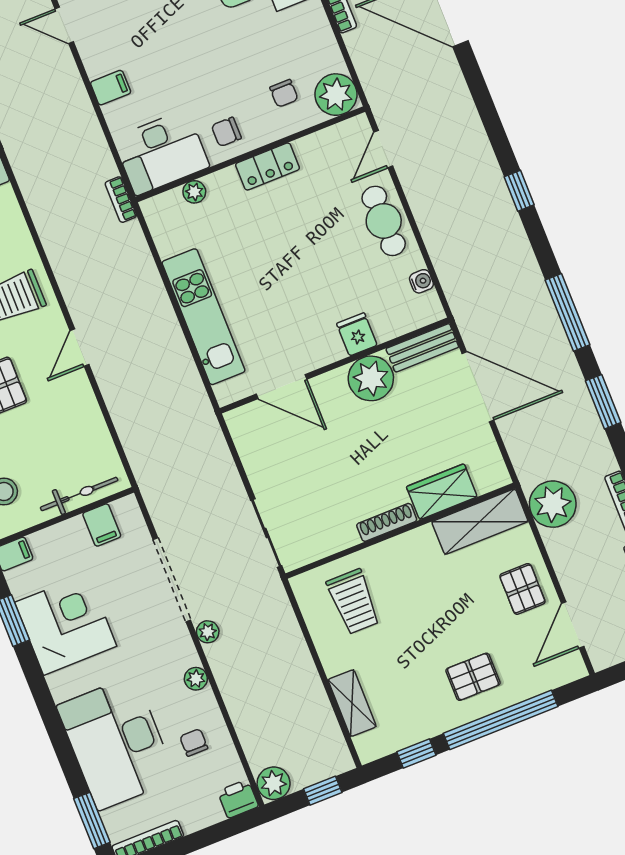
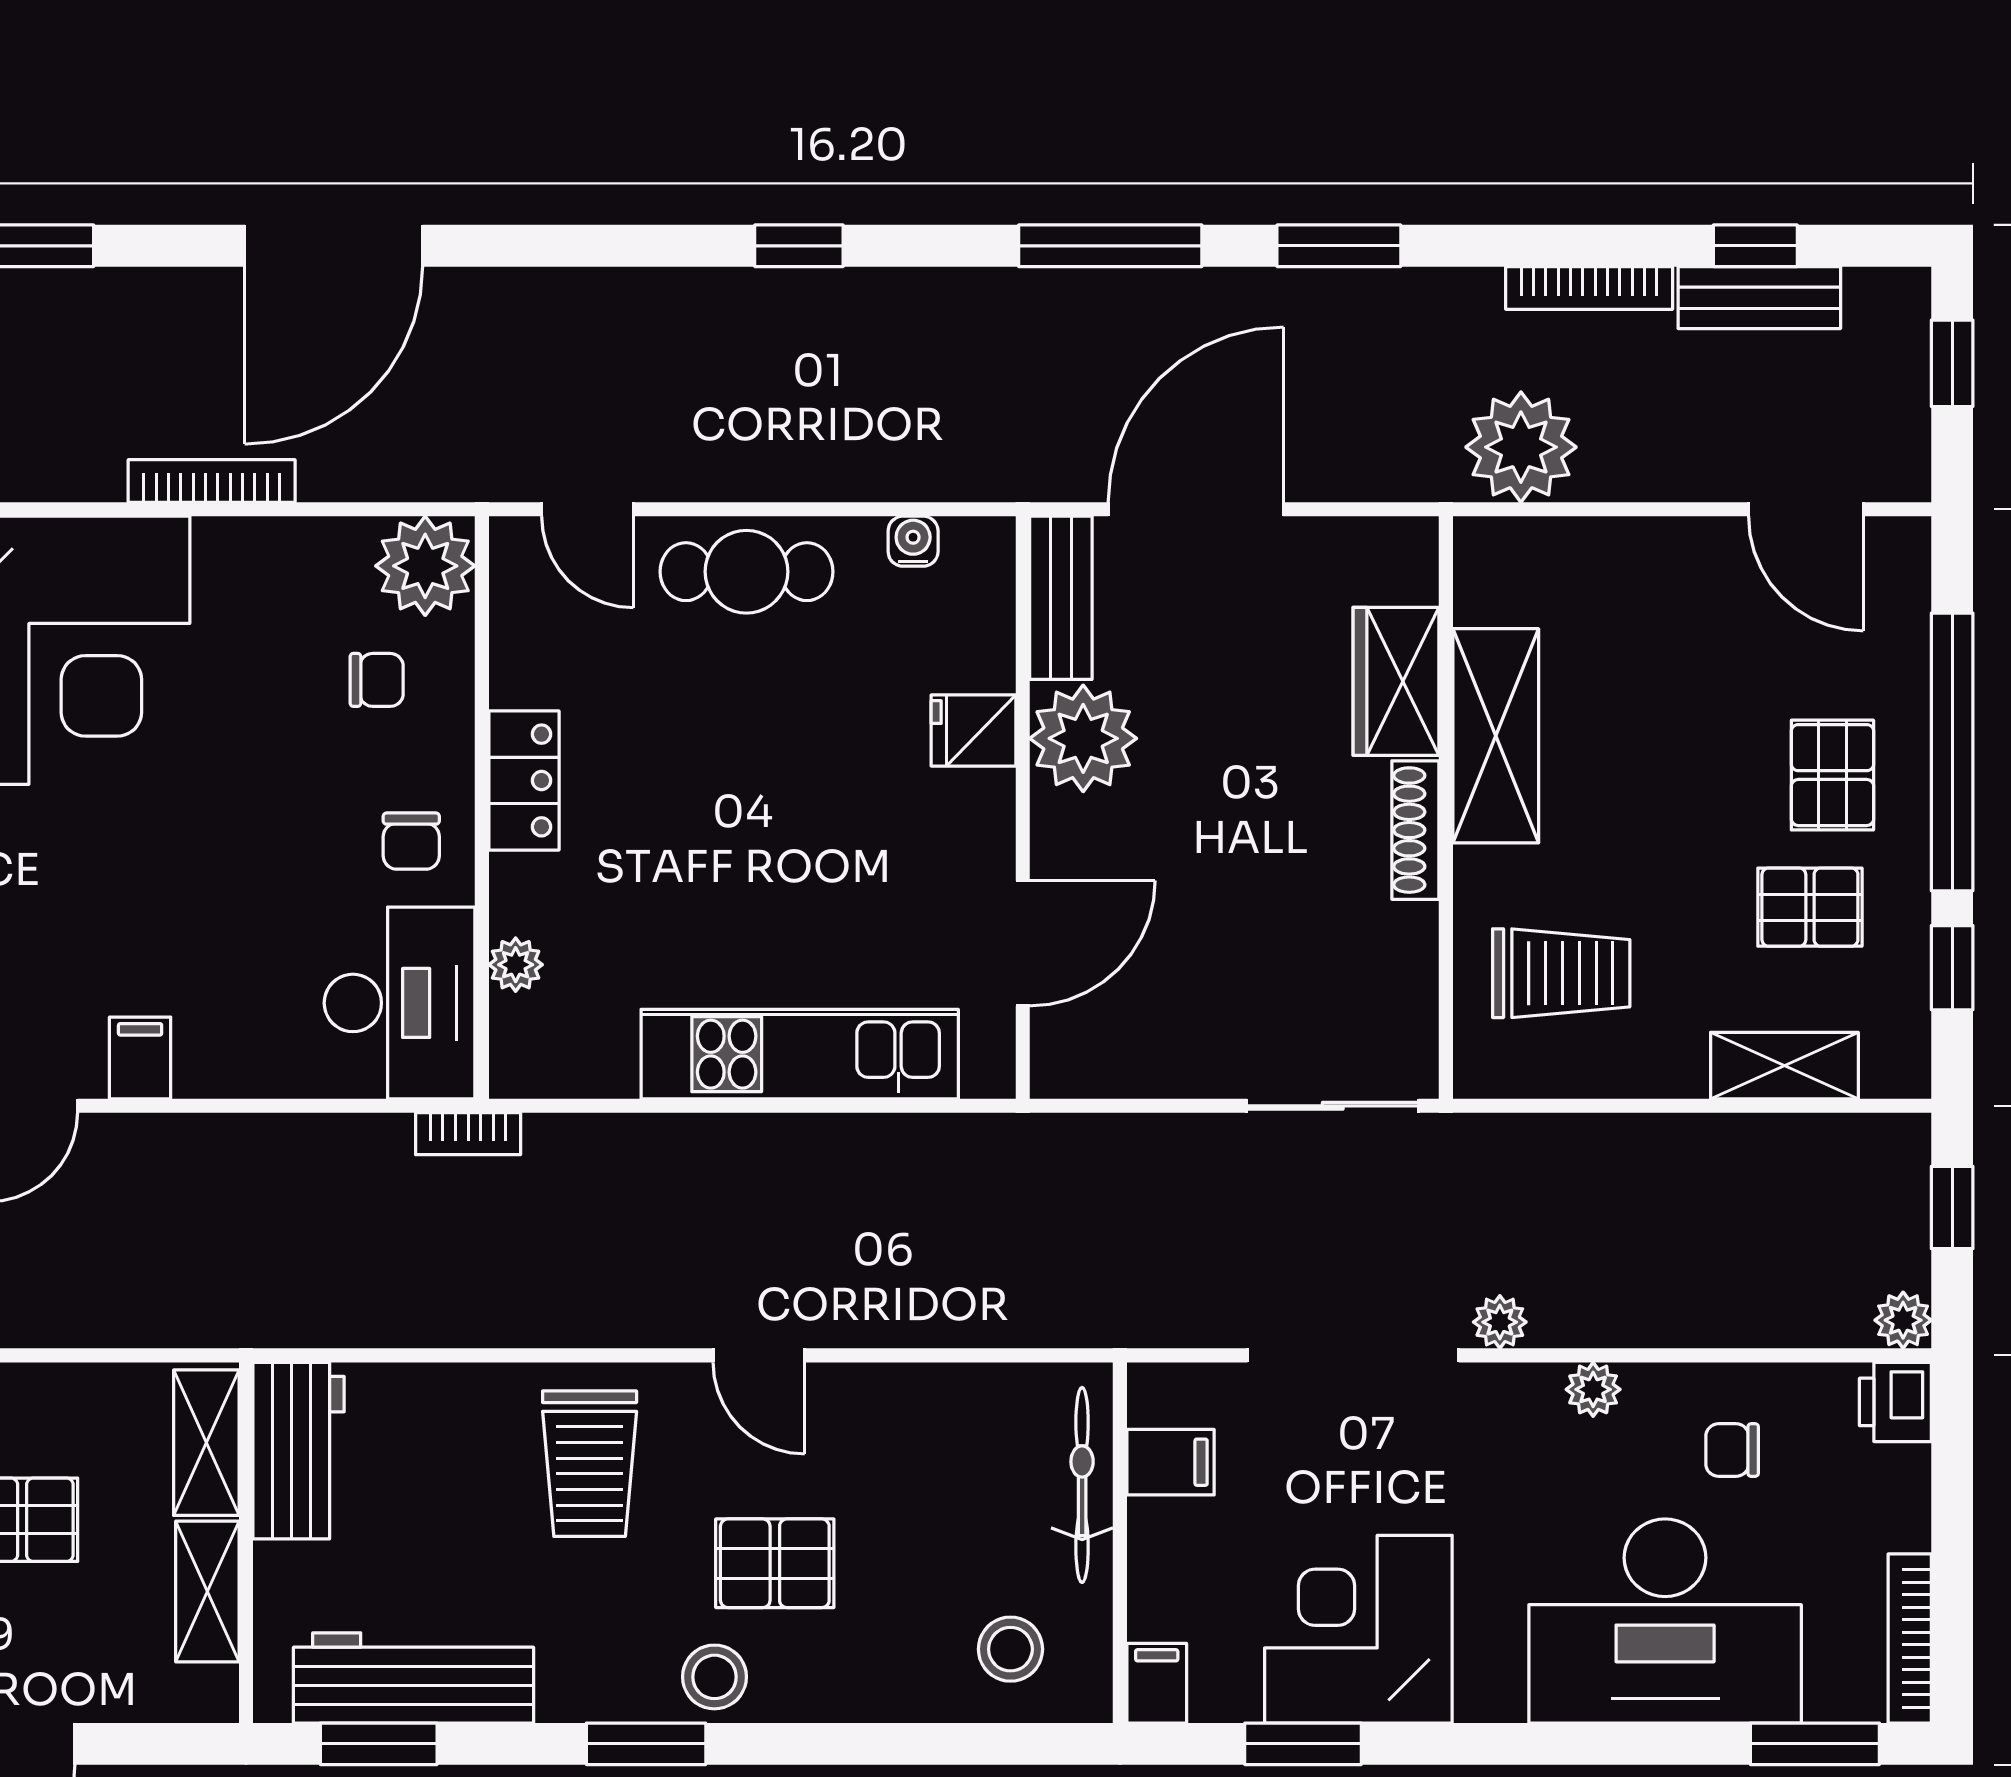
filing cabinet: (111, 88) -> (140, 1058), moved
shelving: (480, 522) -> (1496, 736), moved
pallet: (522, 589) -> (1810, 907), moved
plant: (274, 783) -> (1903, 1320), width x0.73, depth x0.73

